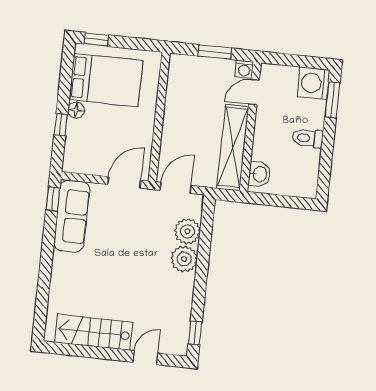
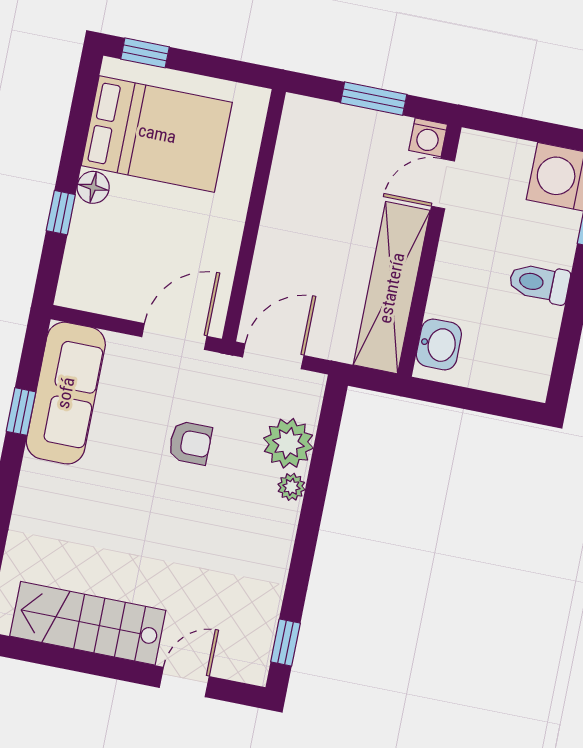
window: (53, 199) -> (21, 412), moved
armchair: (137, 236) -> (190, 443), added
plant: (184, 259) -> (291, 487), width x0.53, depth x0.53

